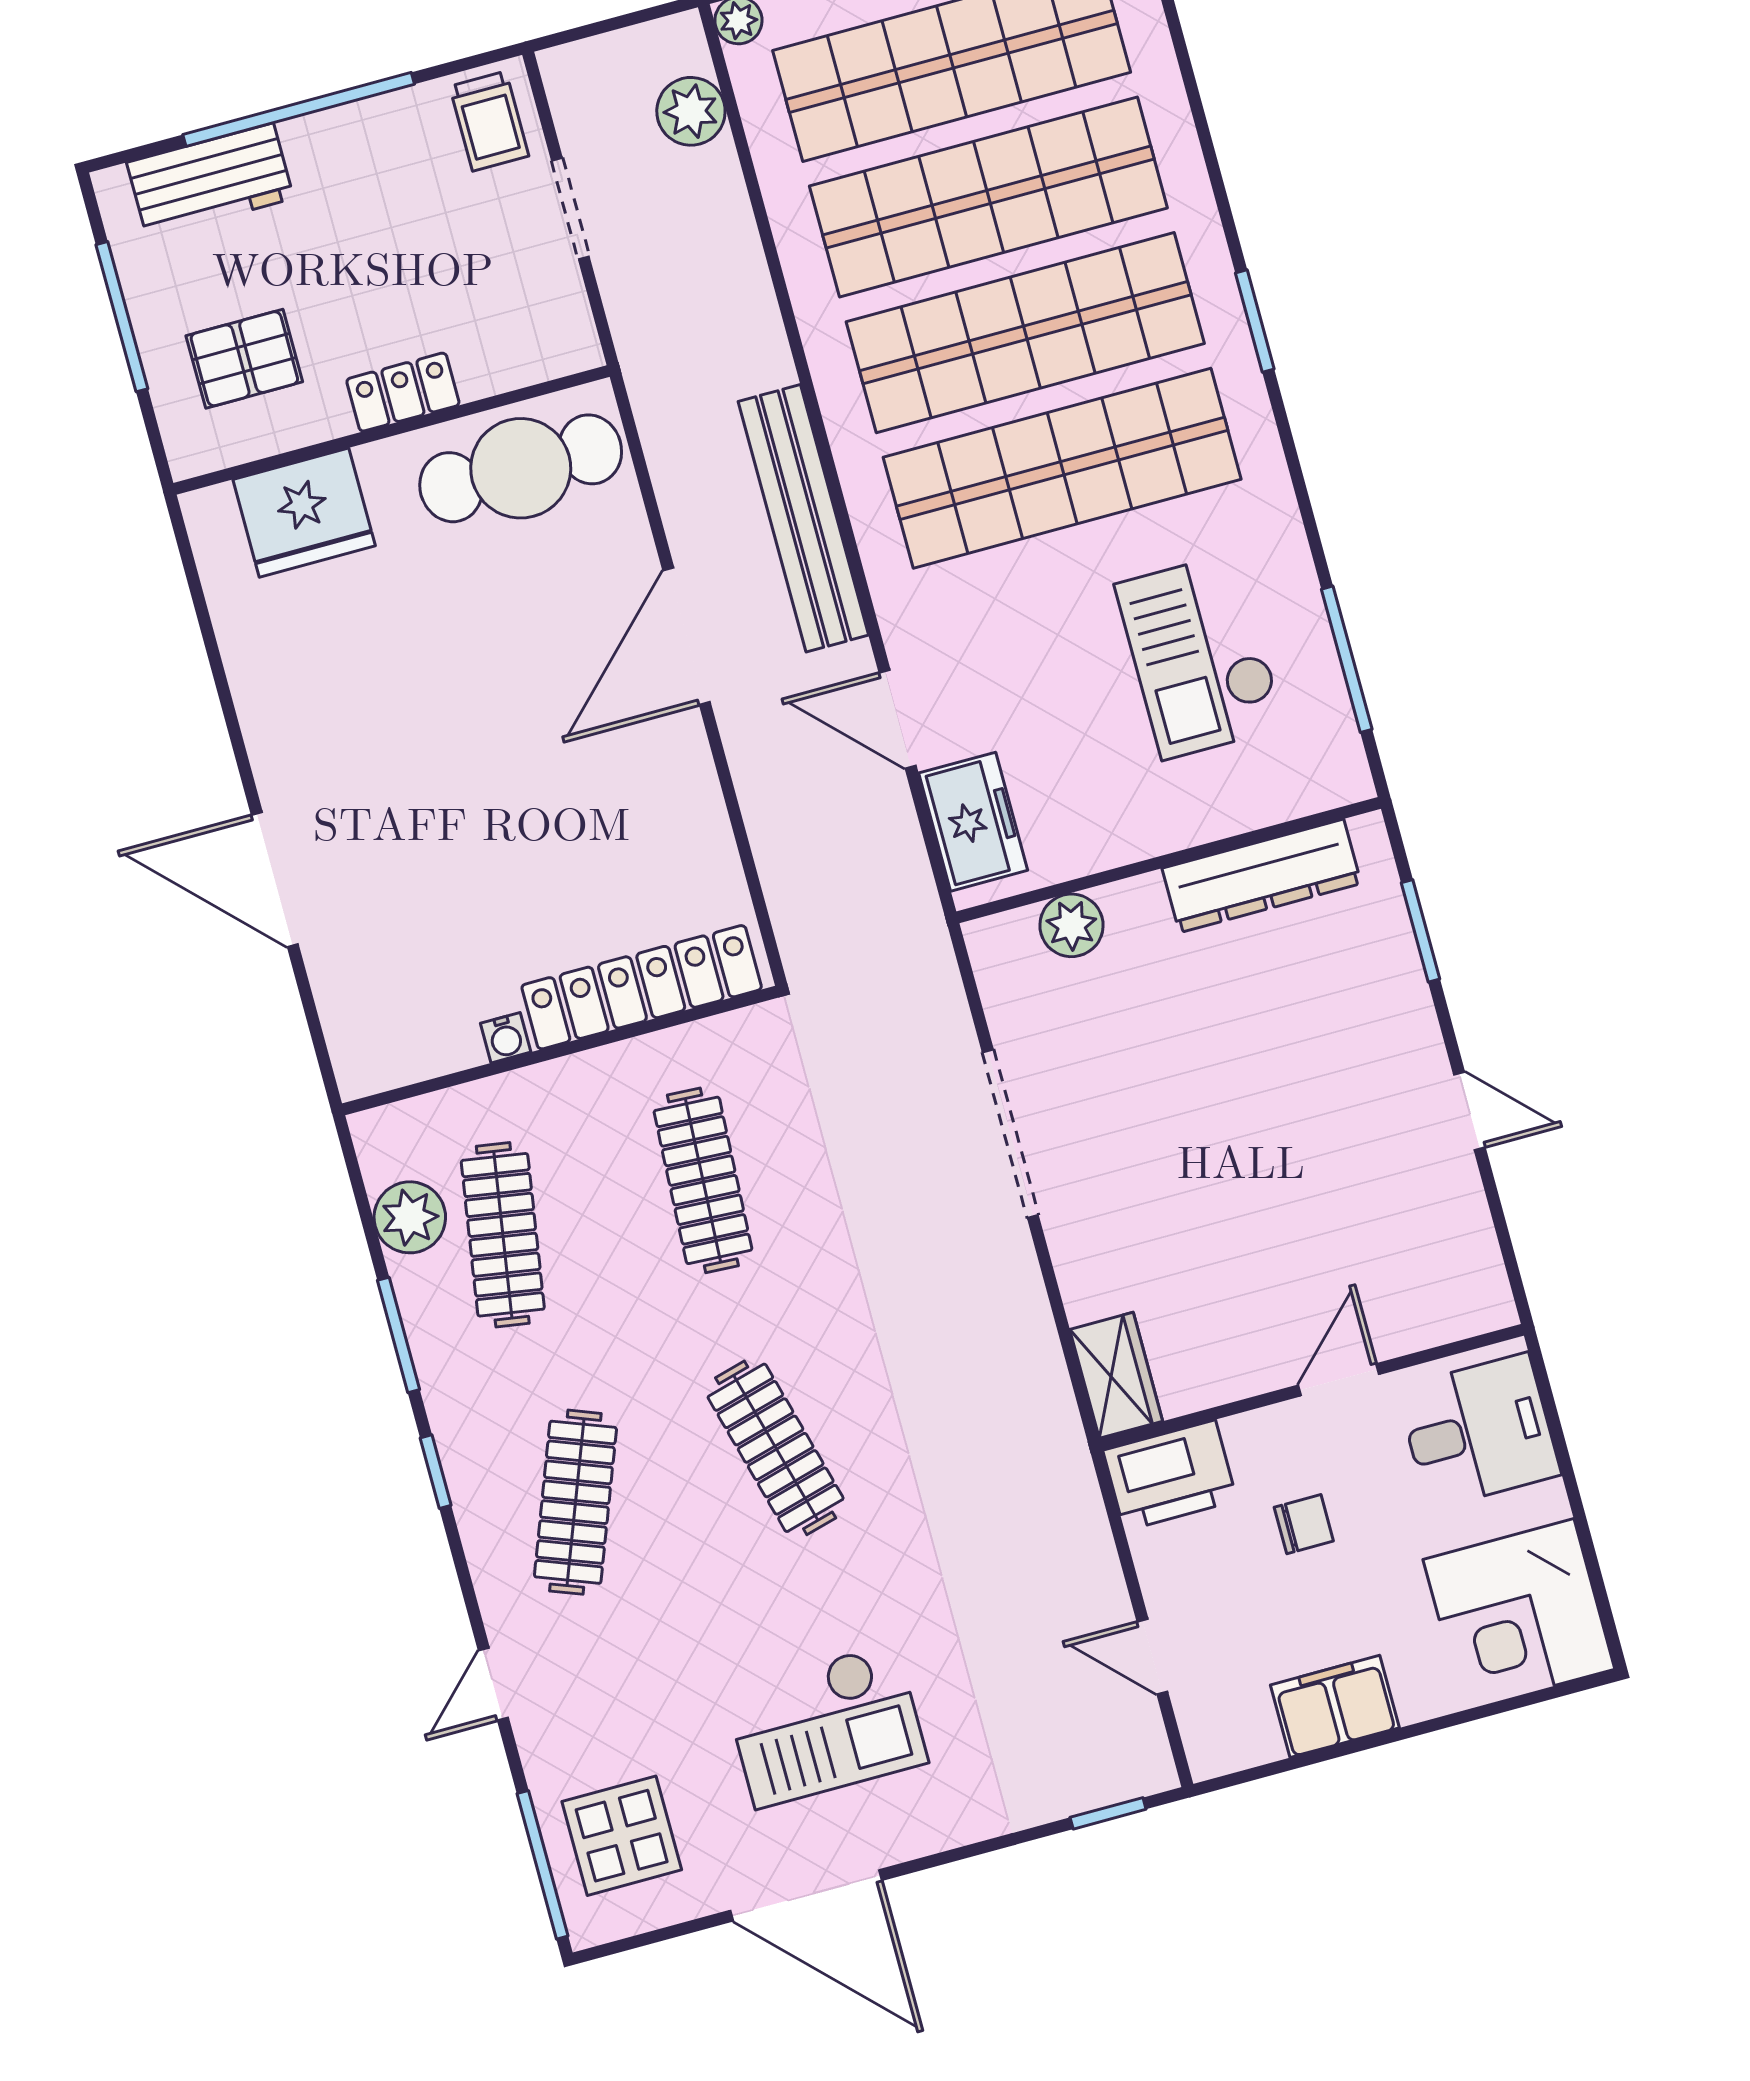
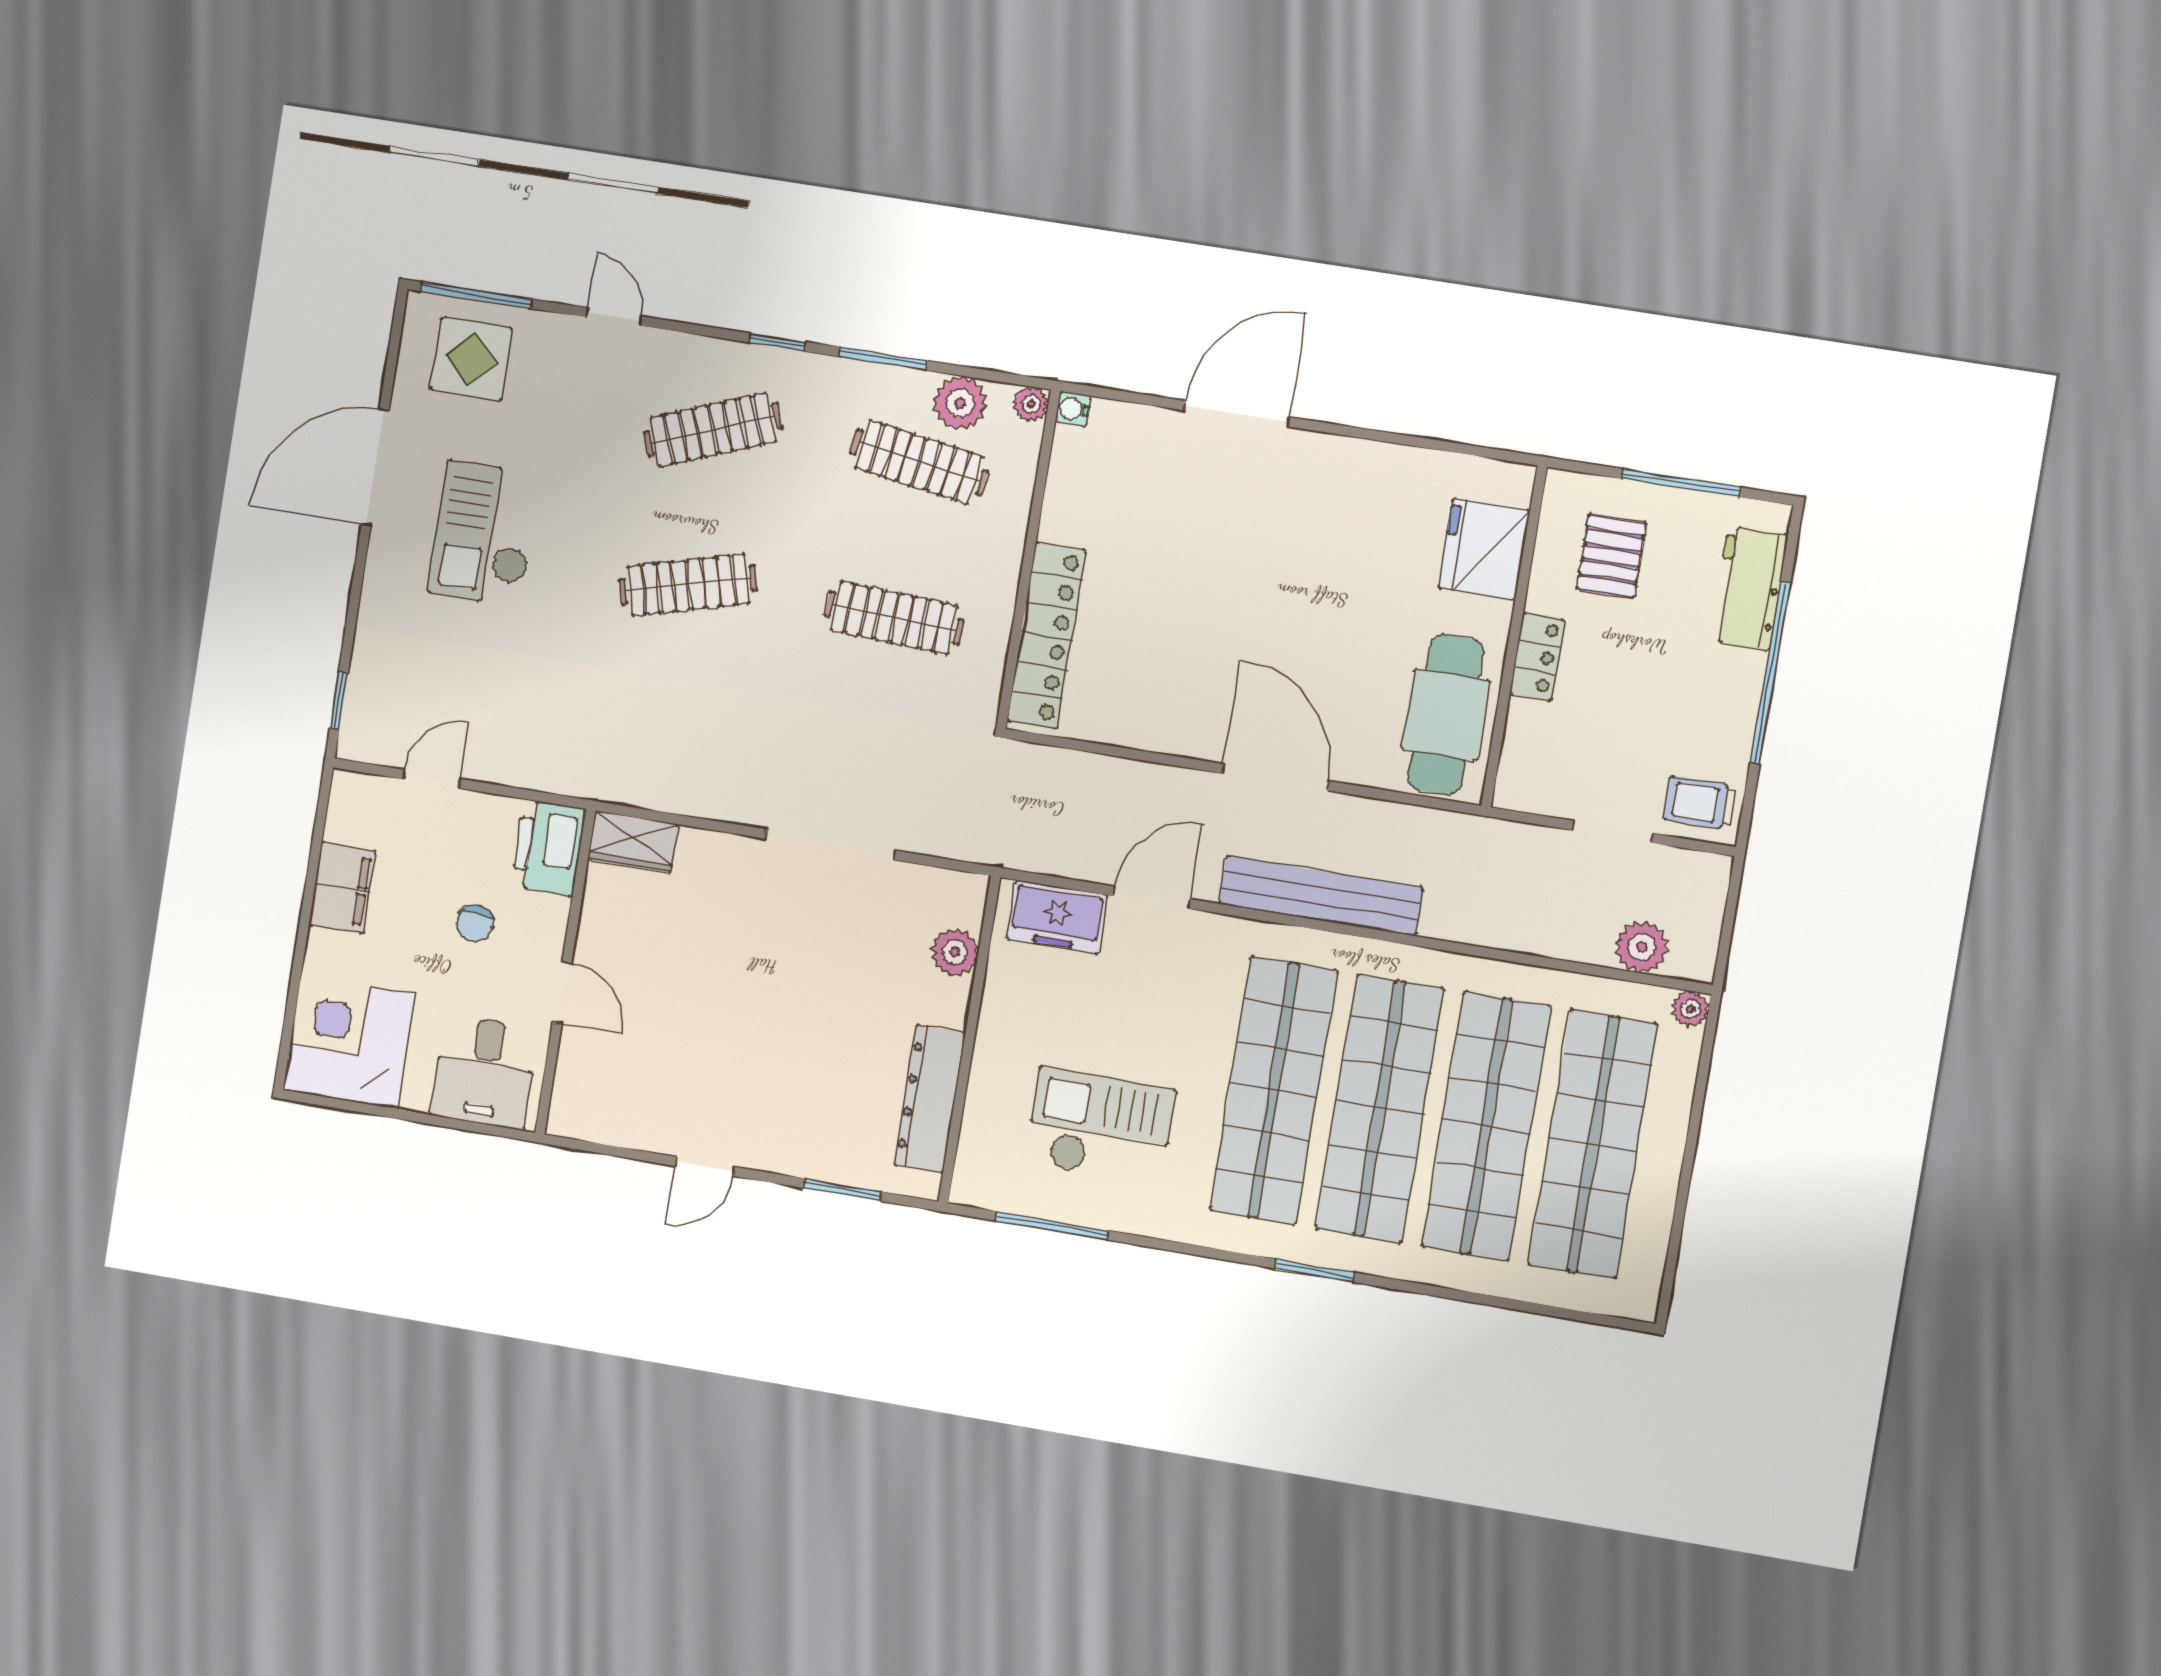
water cooler: (506, 1038) -> (1073, 409), moved
plant: (373, 1131) -> (1031, 404), added
clothes rail: (575, 1502) -> (713, 430), turned -42

